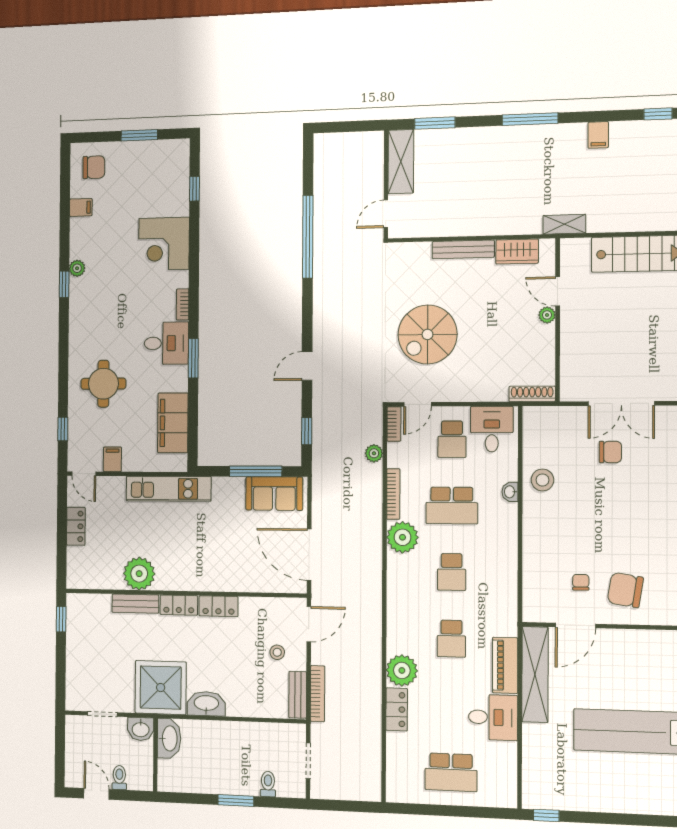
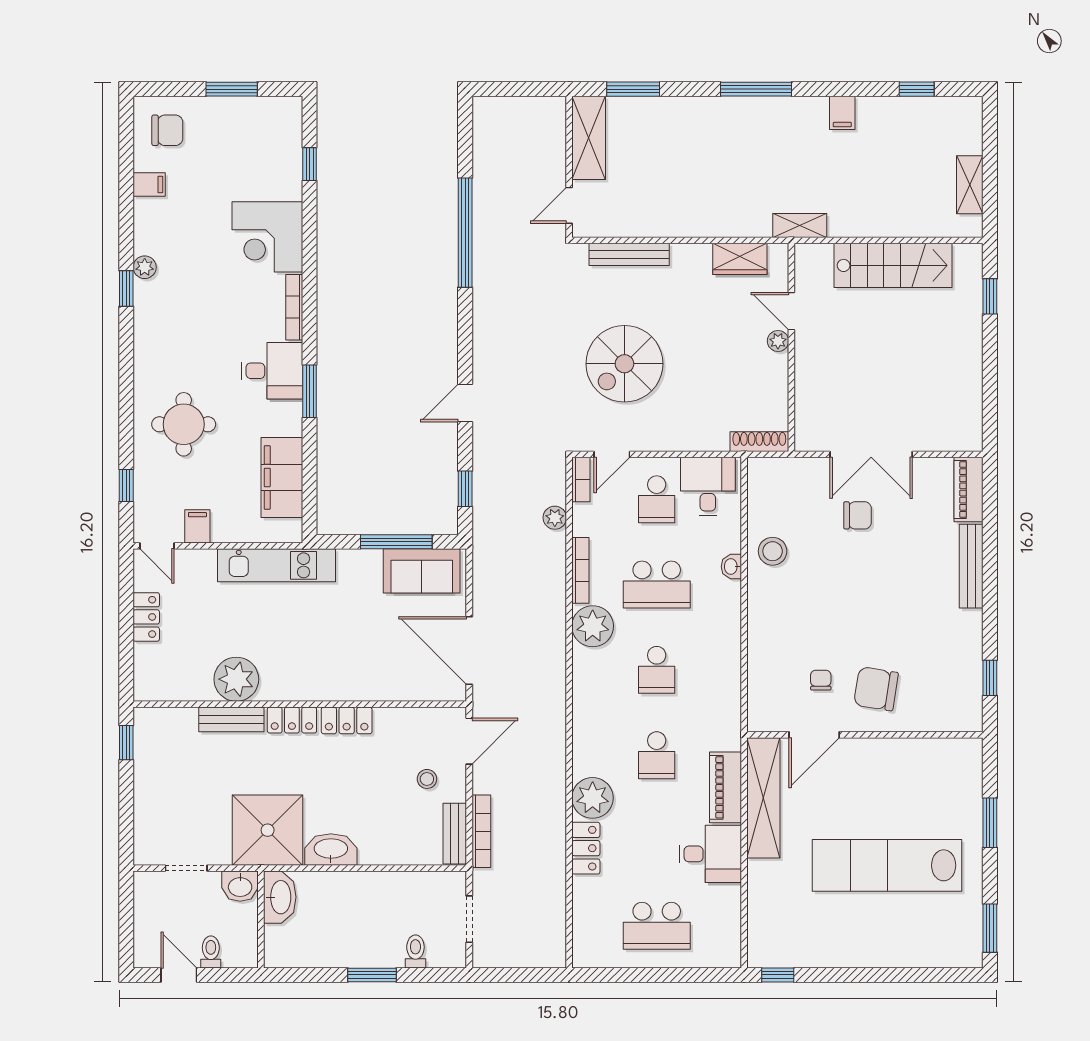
bench: (463, 249) -> (629, 254), moved
bookcase: (183, 304) -> (294, 307), width x1.56

